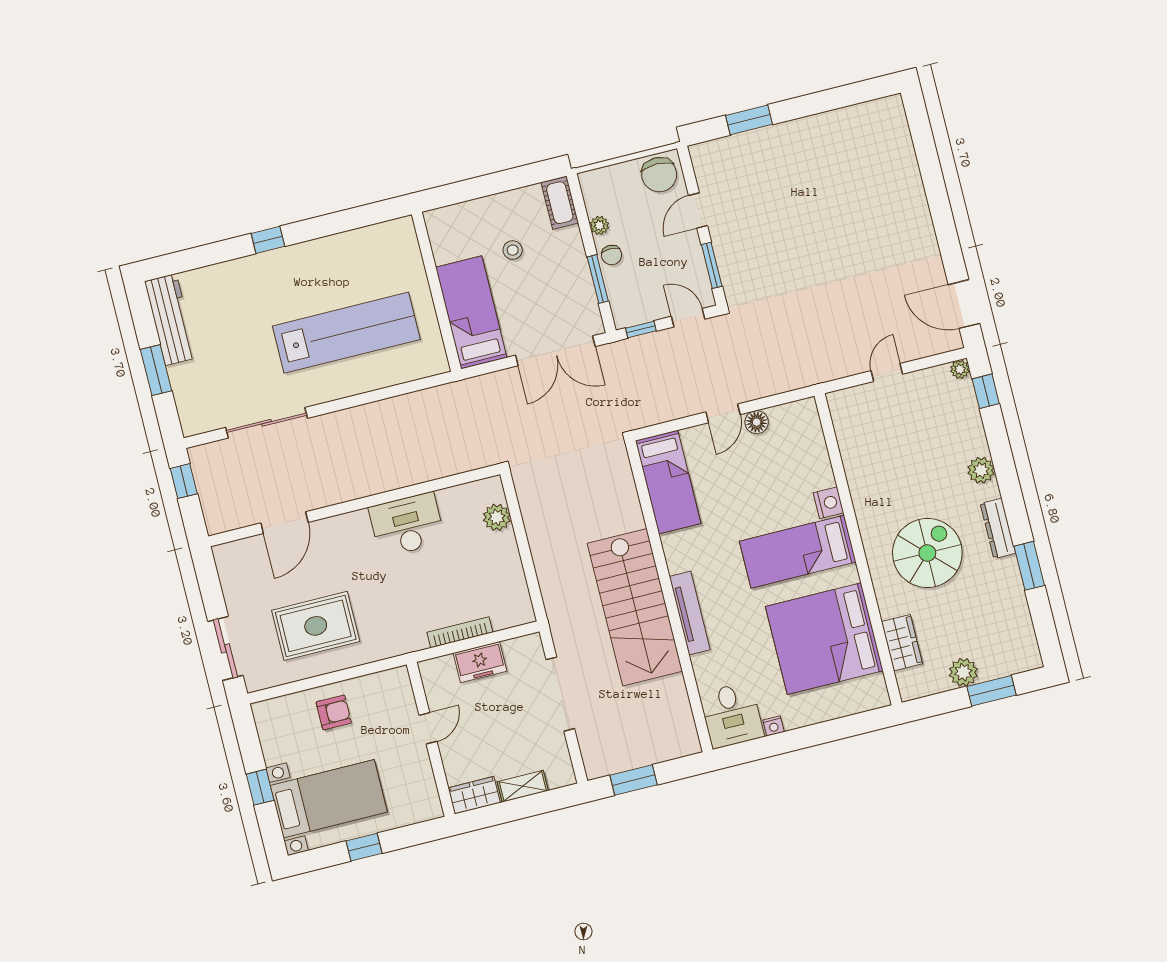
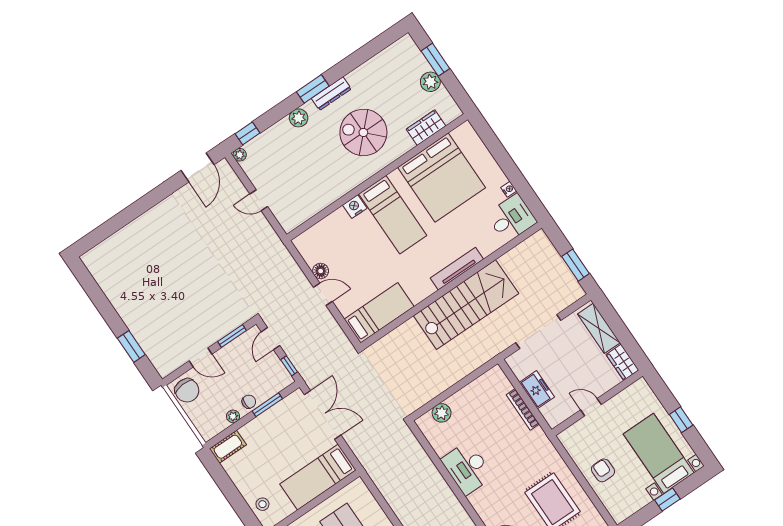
chair: (659, 175) -> (187, 390), turned 86
stool: (513, 250) -> (262, 504), moved
window: (1029, 566) -> (313, 89), moved
shelving: (523, 786) -> (599, 328), width x1.50, depth x1.33

